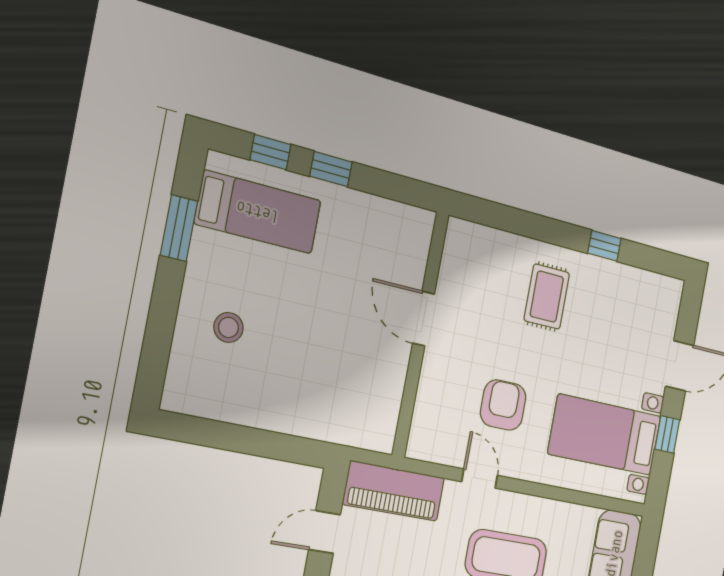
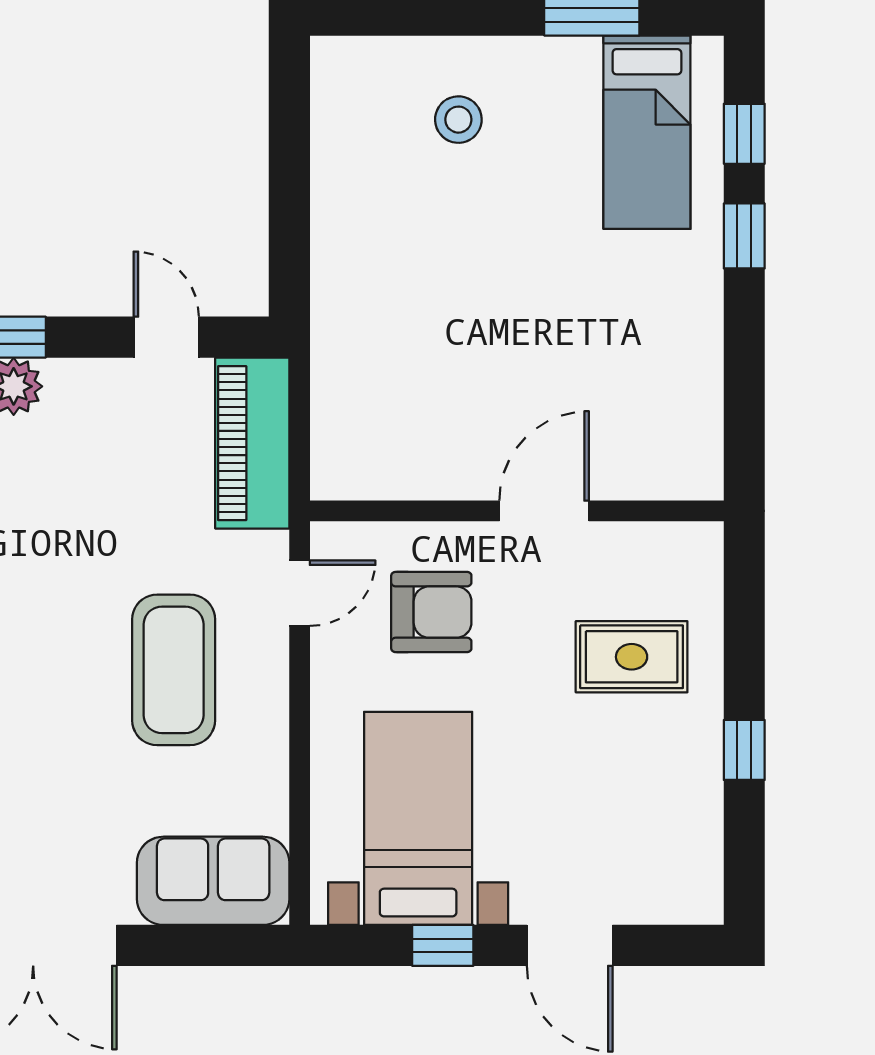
door: (423, 319) -> (544, 511), moved
wall: (421, 335) -> (517, 511), moved

